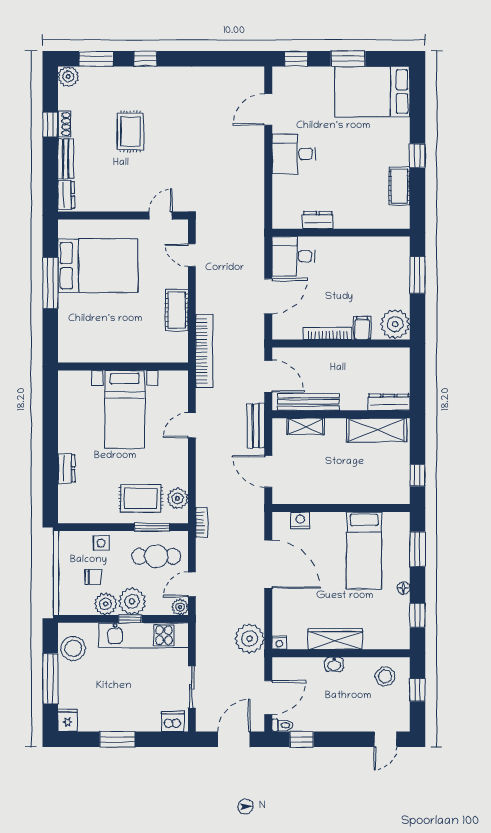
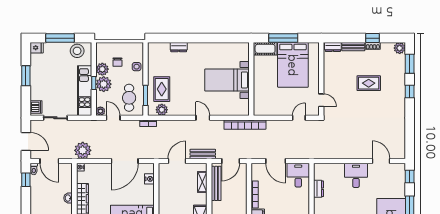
cot: (177, 310) -> (265, 49), moved
wall: (123, 366) -> (251, 79), moved
bed with nightstands: (125, 409) -> (227, 80), moved

